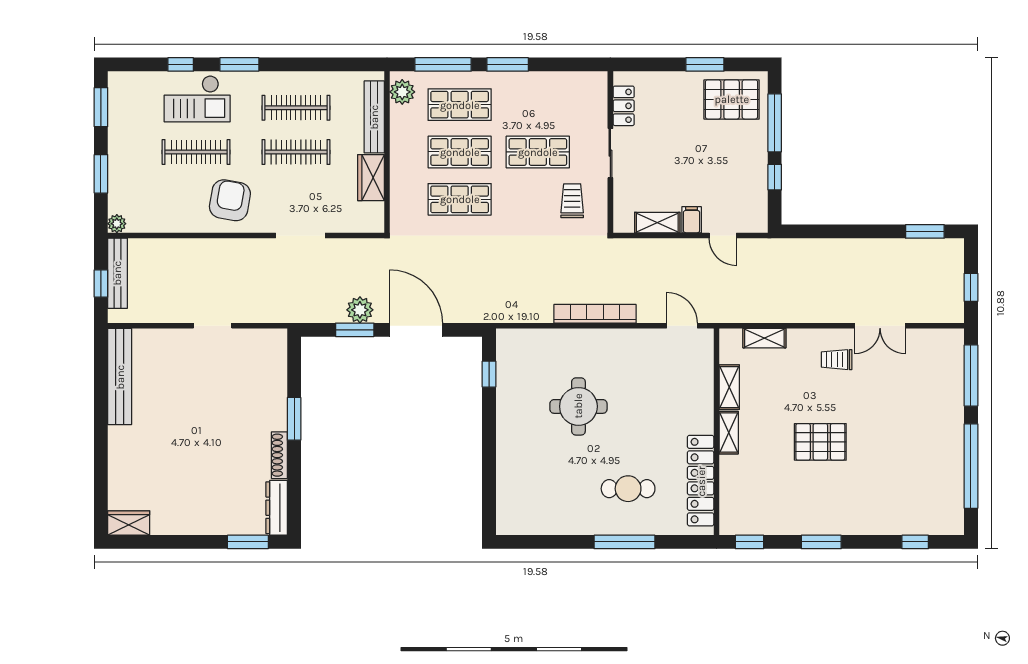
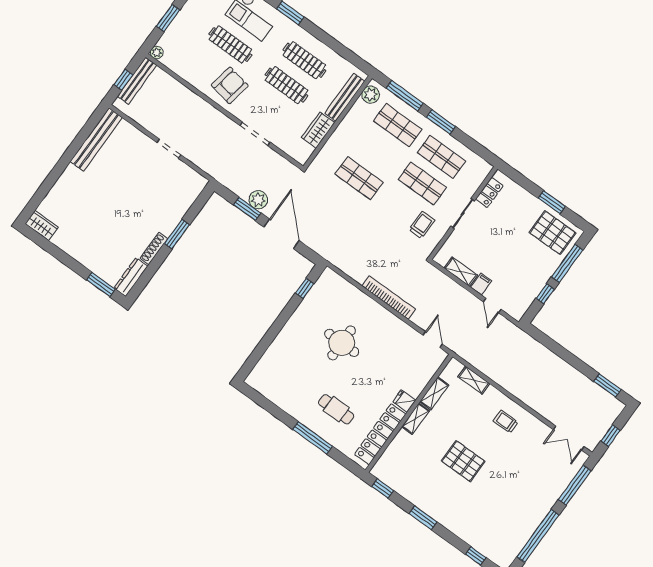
shop shelf: (460, 152) -> (442, 157), moved
double door: (880, 326) -> (569, 438), moved
fridge: (701, 421) -> (404, 401), added

